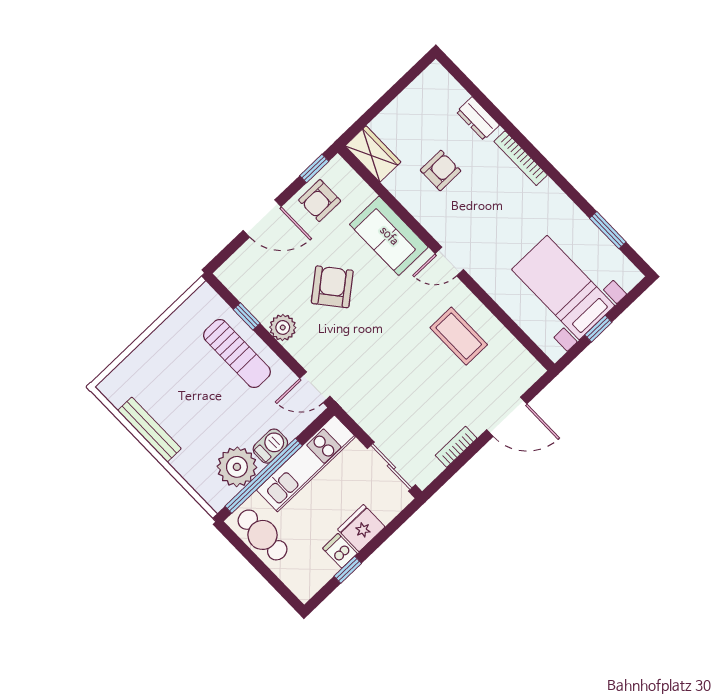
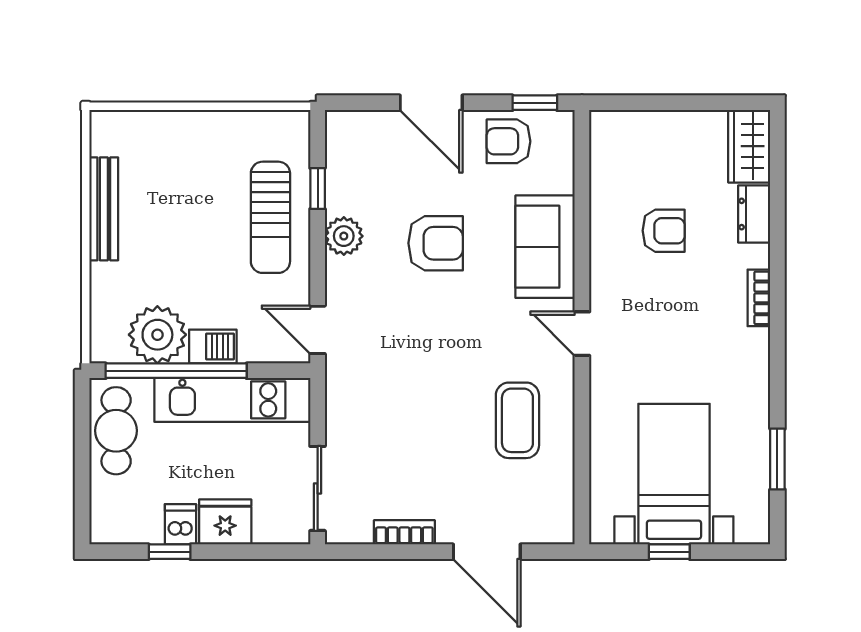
wardrobe: (373, 154) -> (749, 146), moved, turned 180
bookcase: (521, 158) -> (759, 298), width x0.64
armchair: (332, 287) -> (436, 243), turned 39

